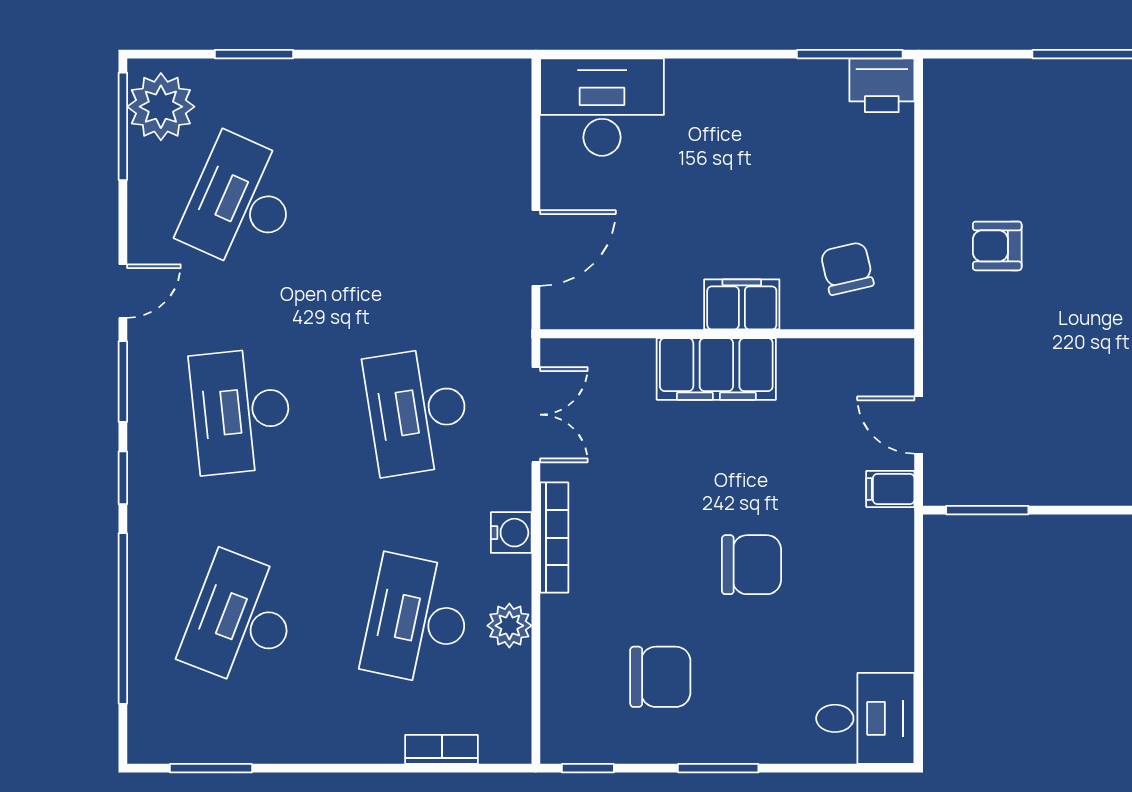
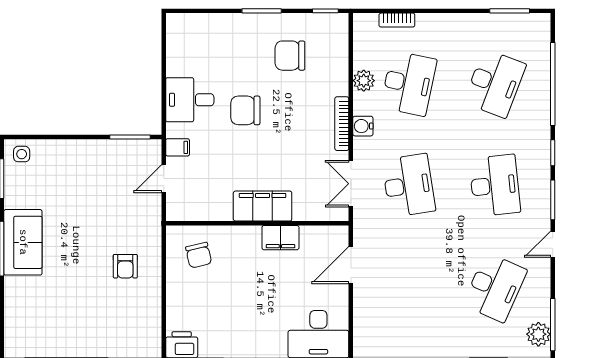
plant: (161, 107) -> (538, 334), width x0.73, depth x0.73
armchair: (997, 246) -> (125, 266), turned 90
filing cabinet: (742, 304) -> (280, 238), moved
door: (919, 425) -> (164, 179), swing flipped
desk: (865, 718) -> (190, 100), moved

